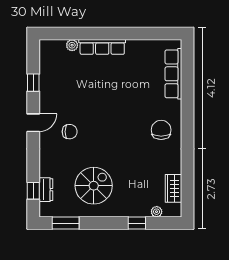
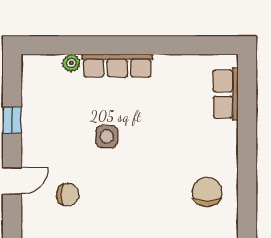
row of seats: (173, 74) -> (226, 94), width x0.68
side table: (95, 93) -> (107, 136), added

